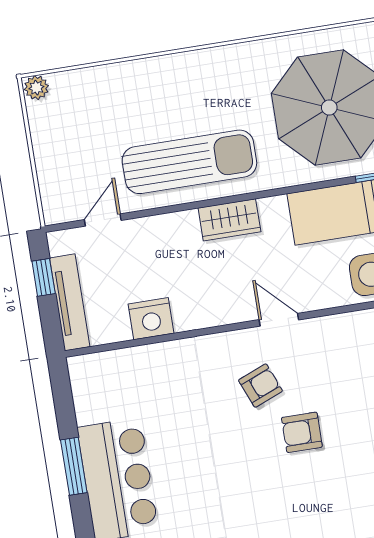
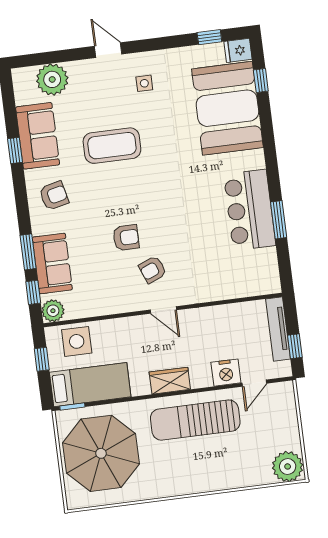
plant: (36, 88) -> (288, 466), width x1.87, depth x1.87
nightstand: (151, 319) -> (226, 373), moved, turned 180
door: (279, 320) -> (163, 310), moved

